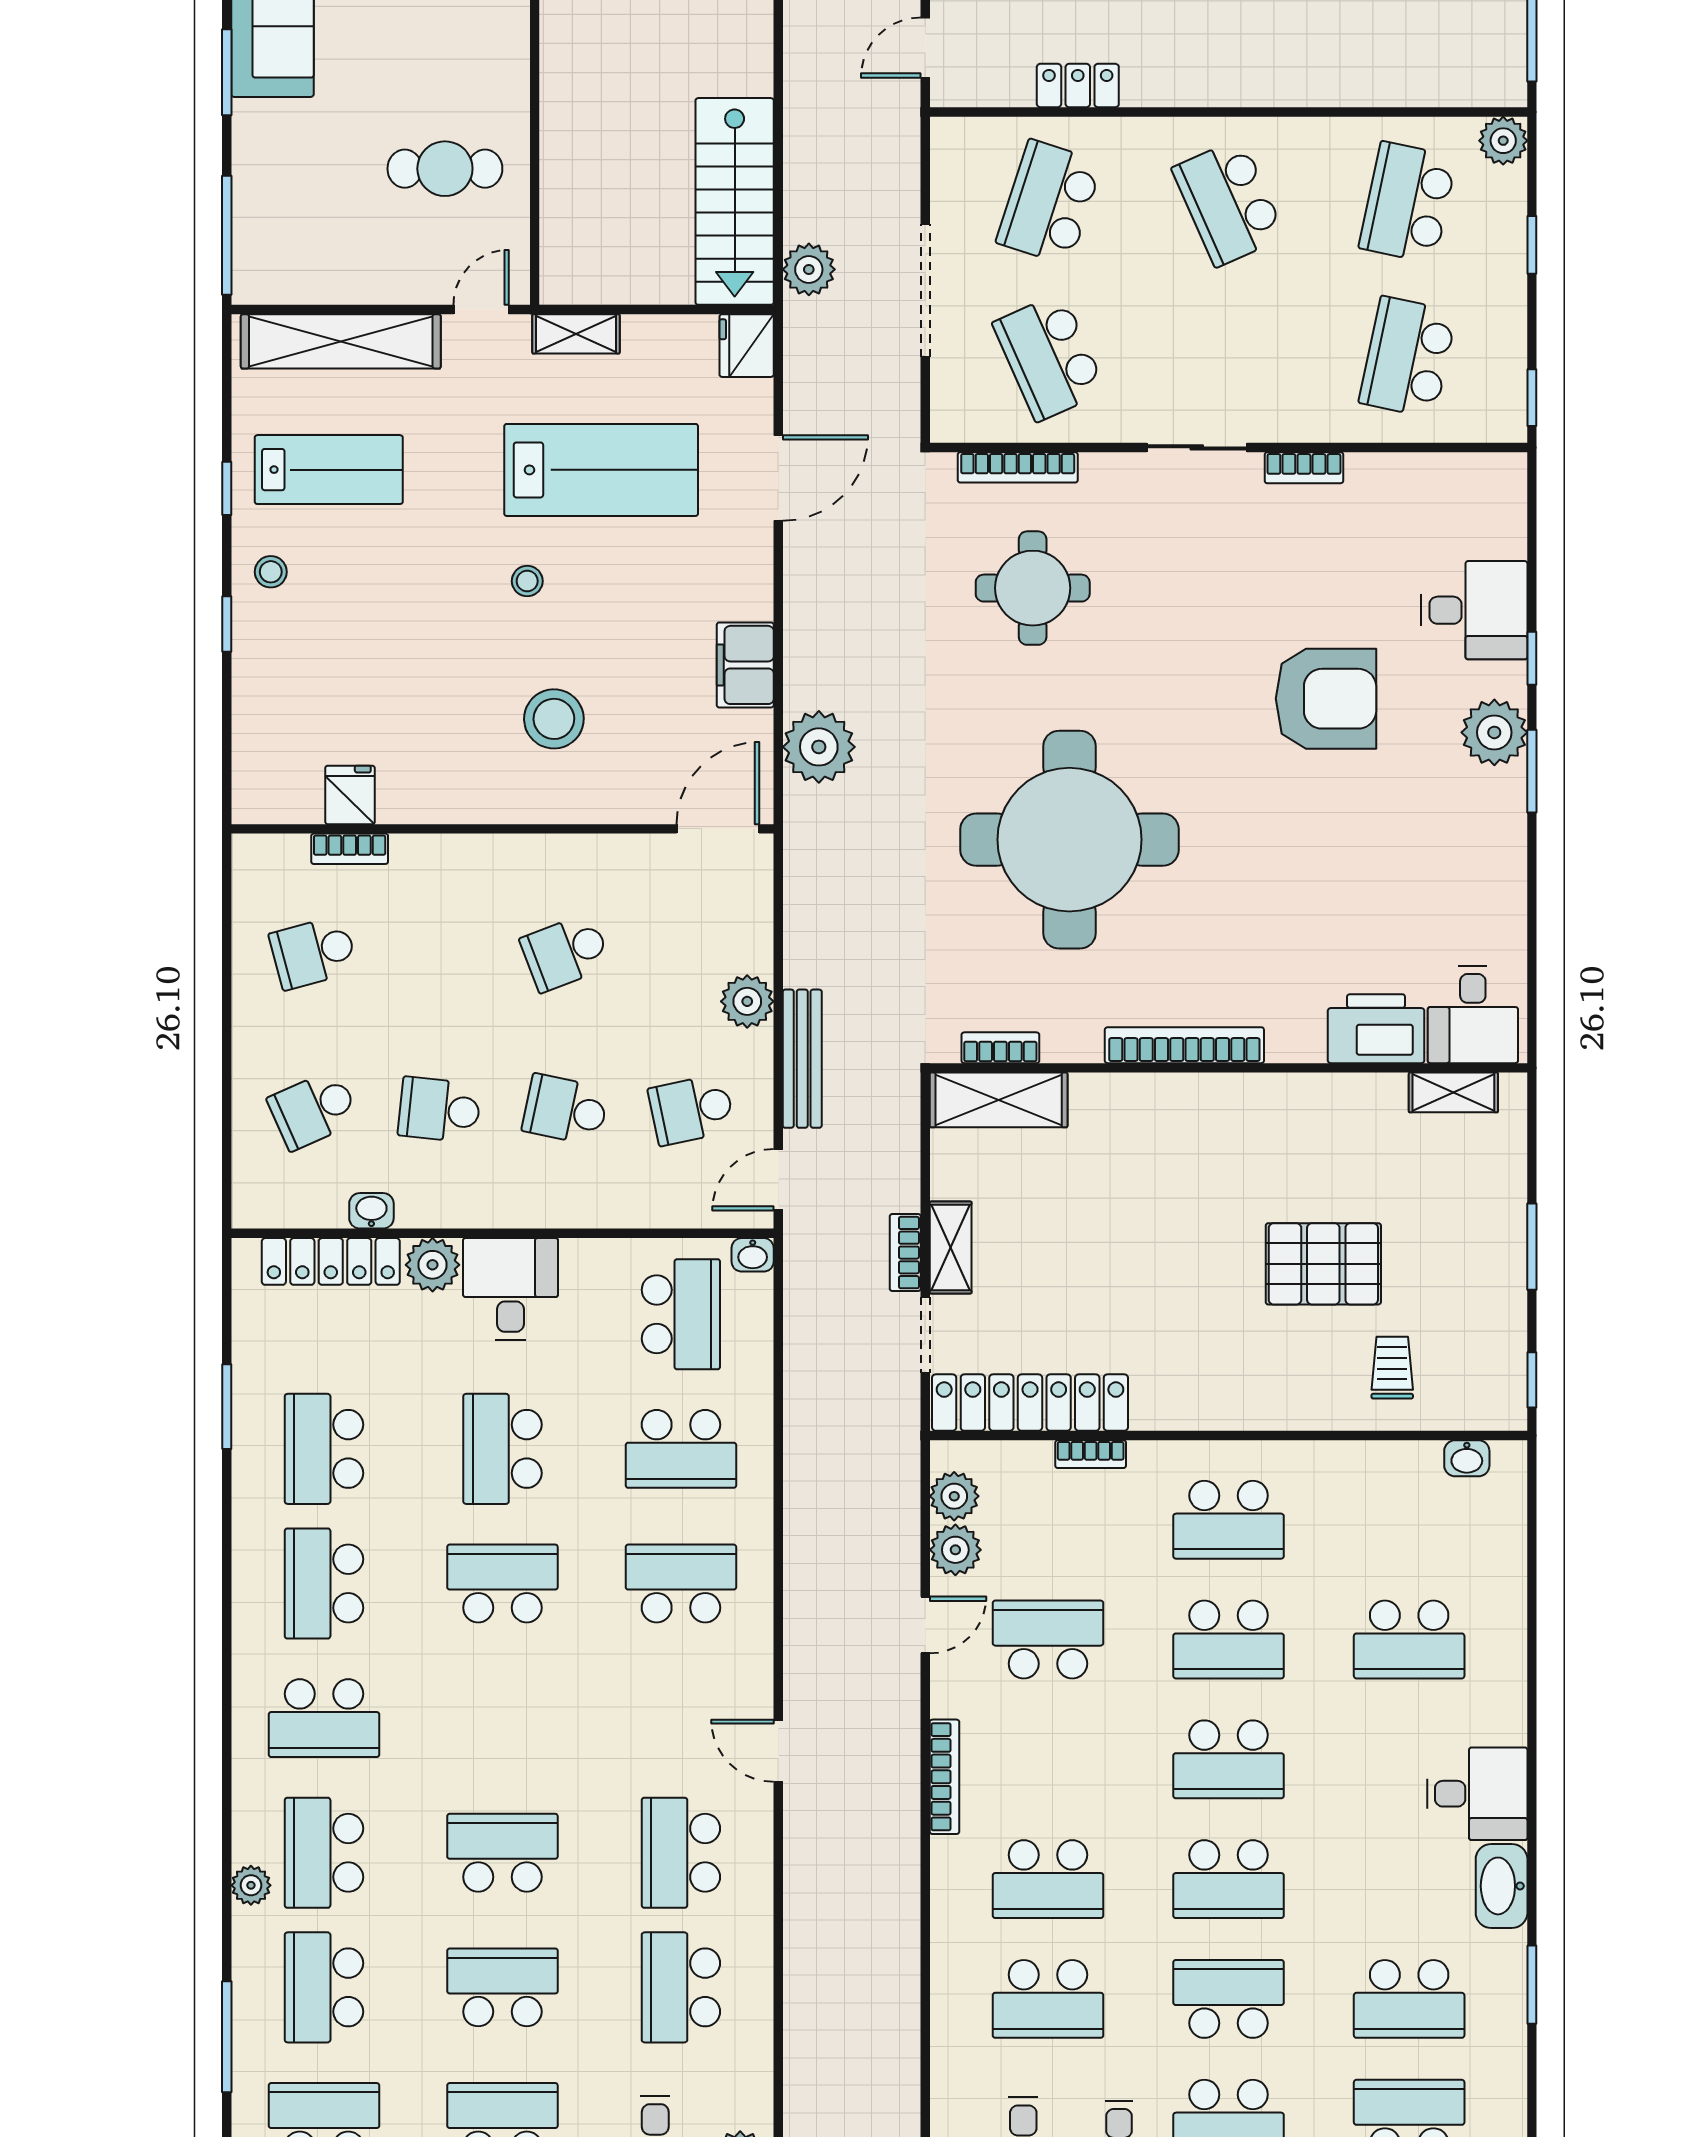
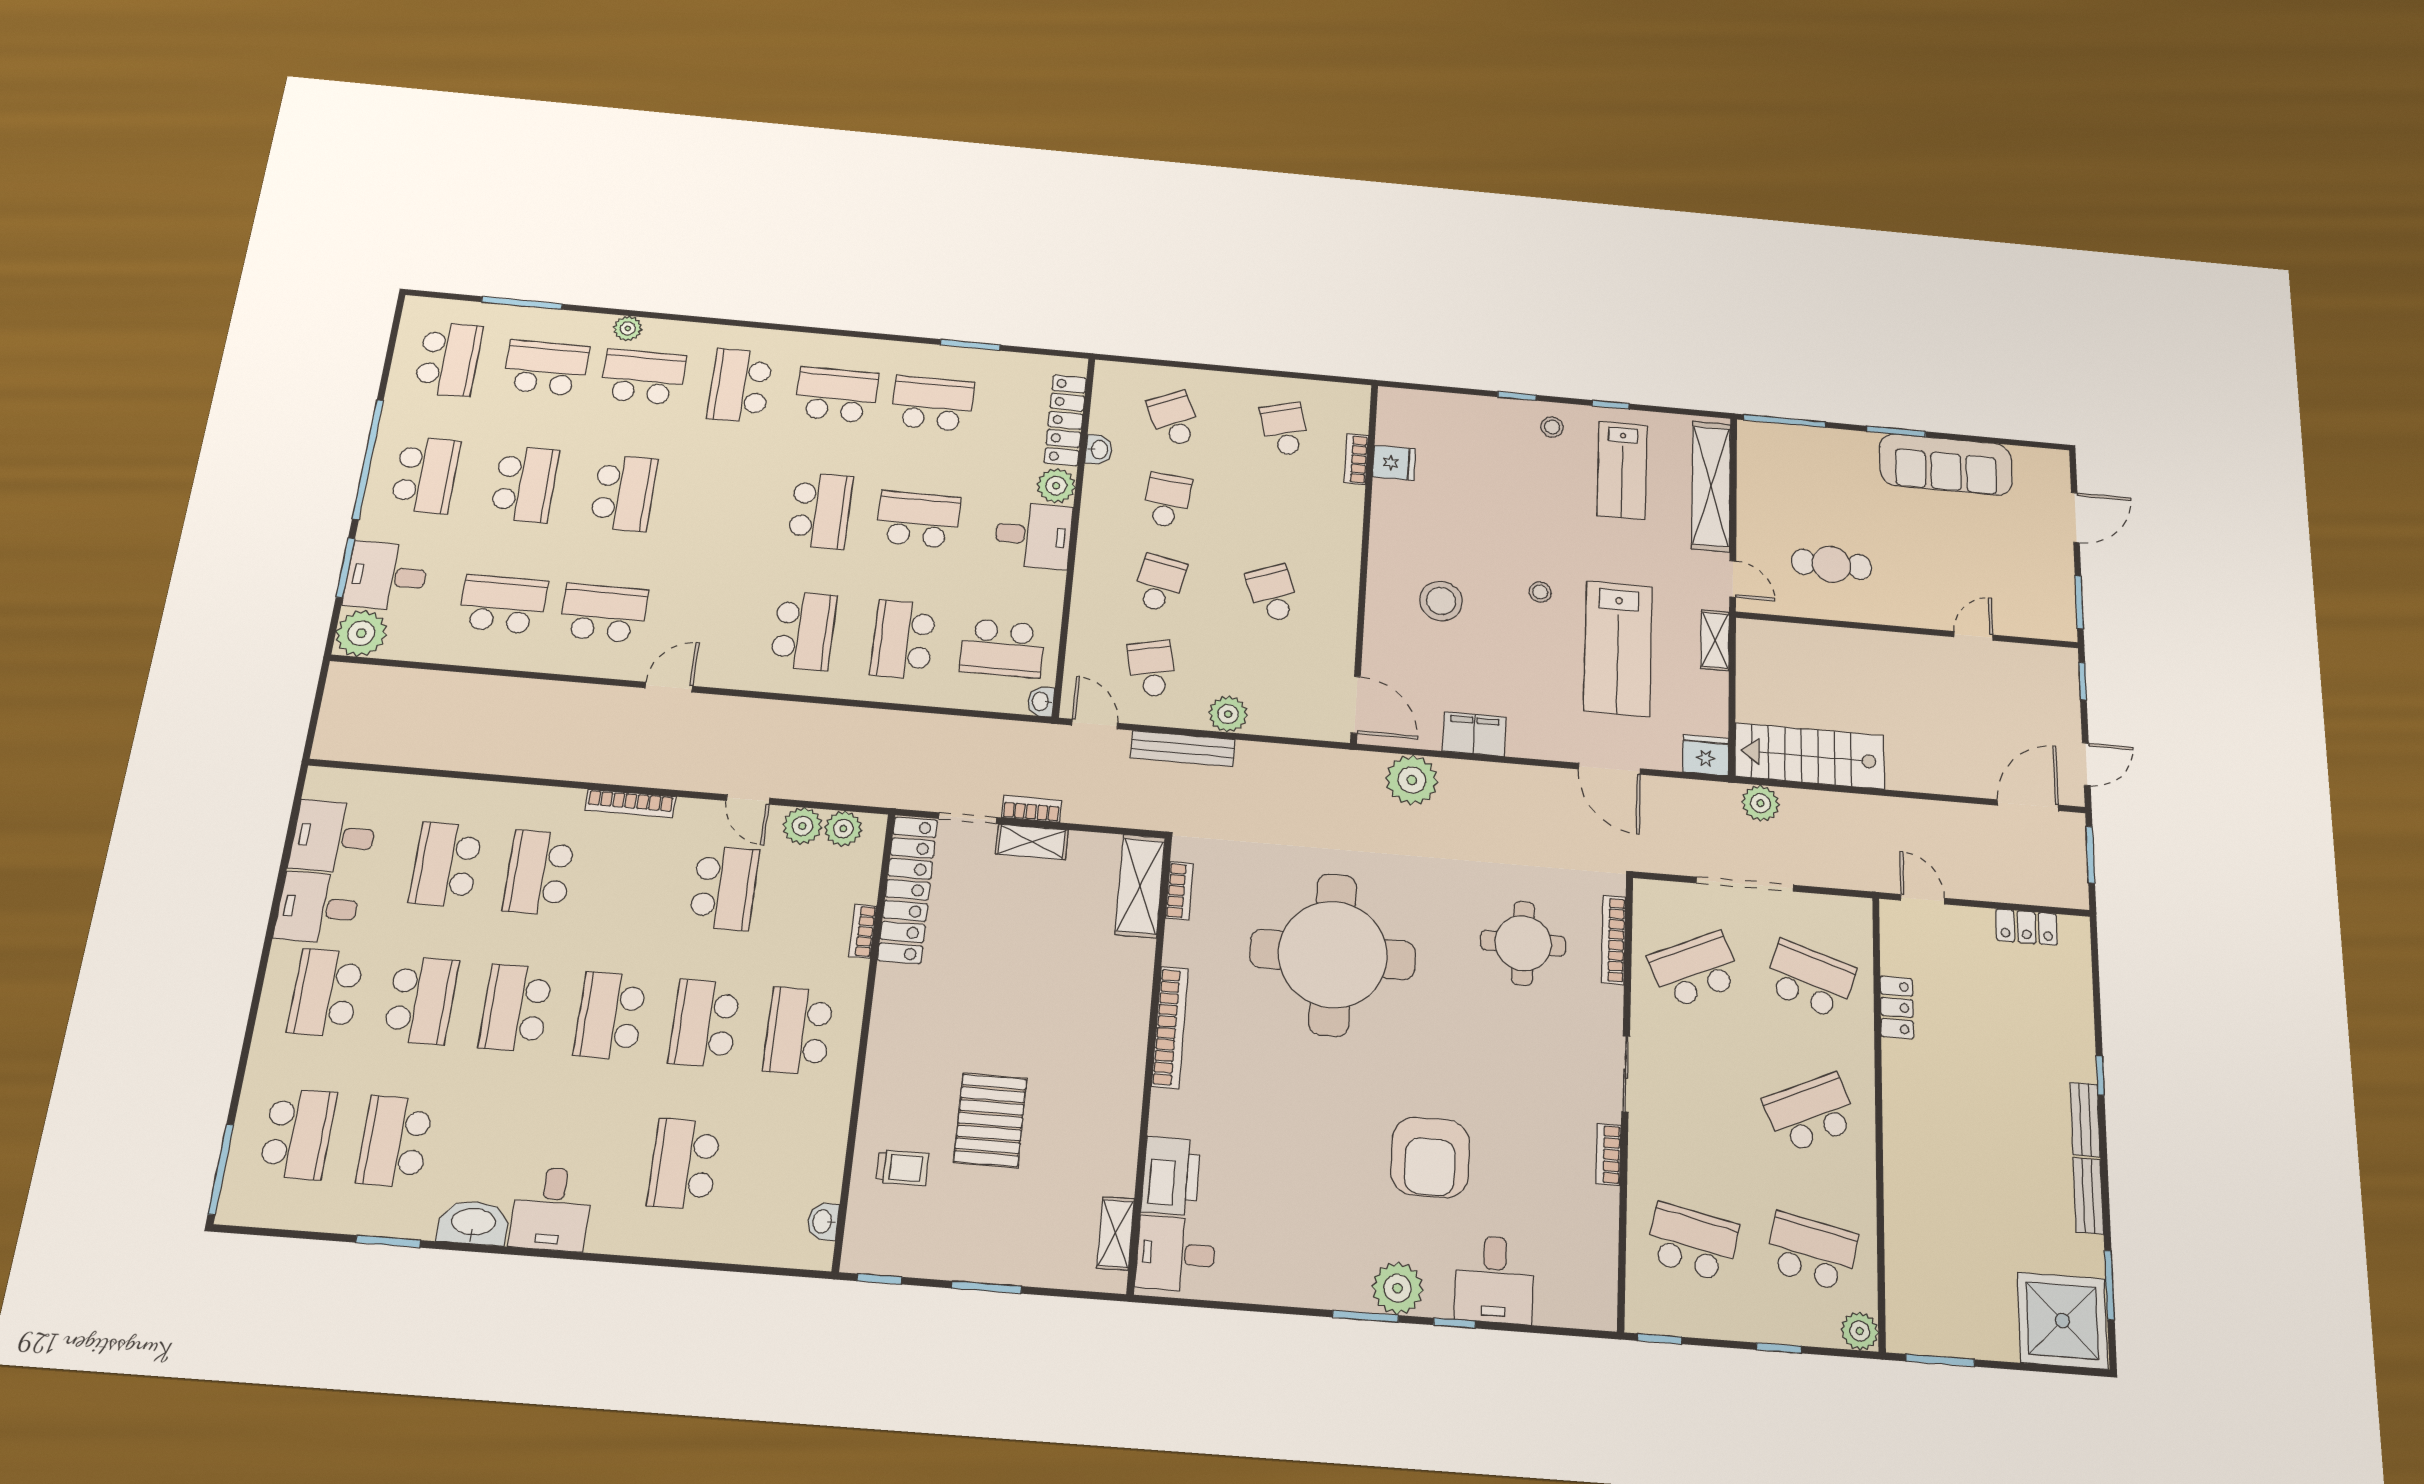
cafe table: (445, 169) -> (1831, 564), turned 90

